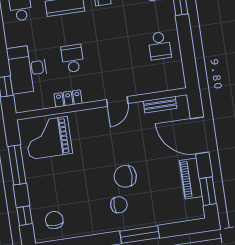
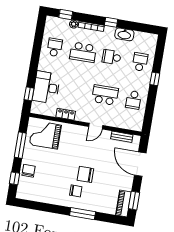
school desk: (73, 59) -> (105, 95), moved, width x1.85
piano: (191, 178) -> (123, 203), moved
chair: (54, 220) -> (29, 171), moved

